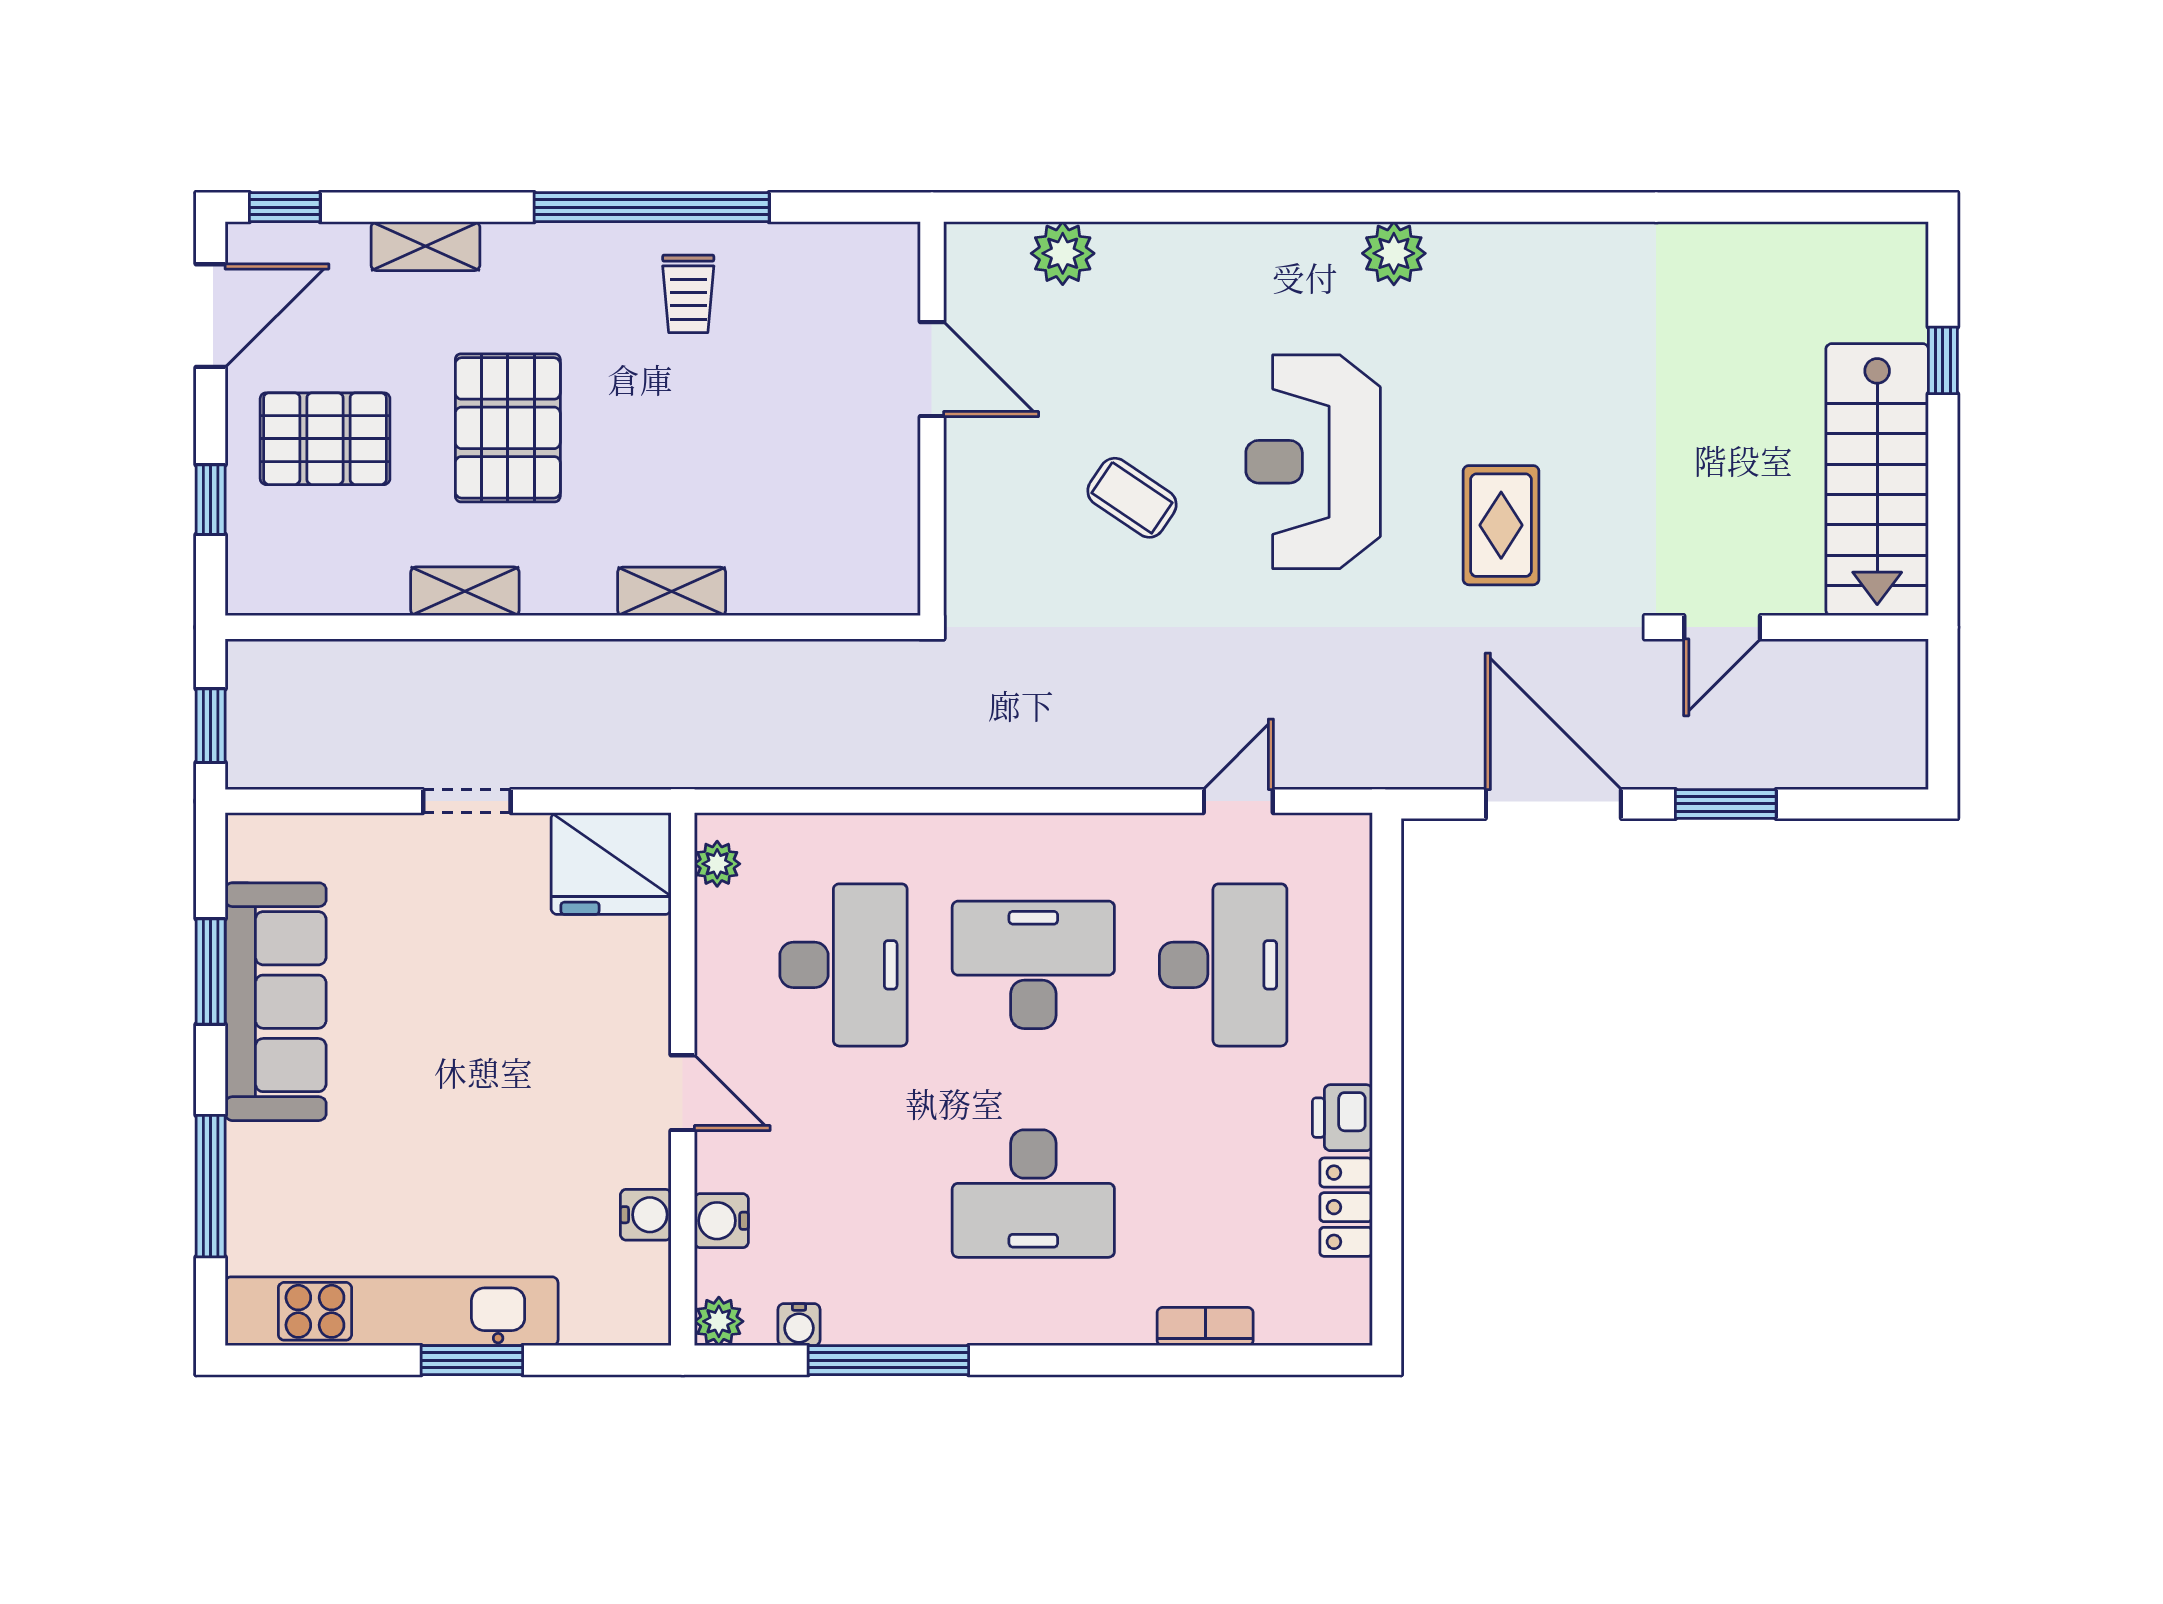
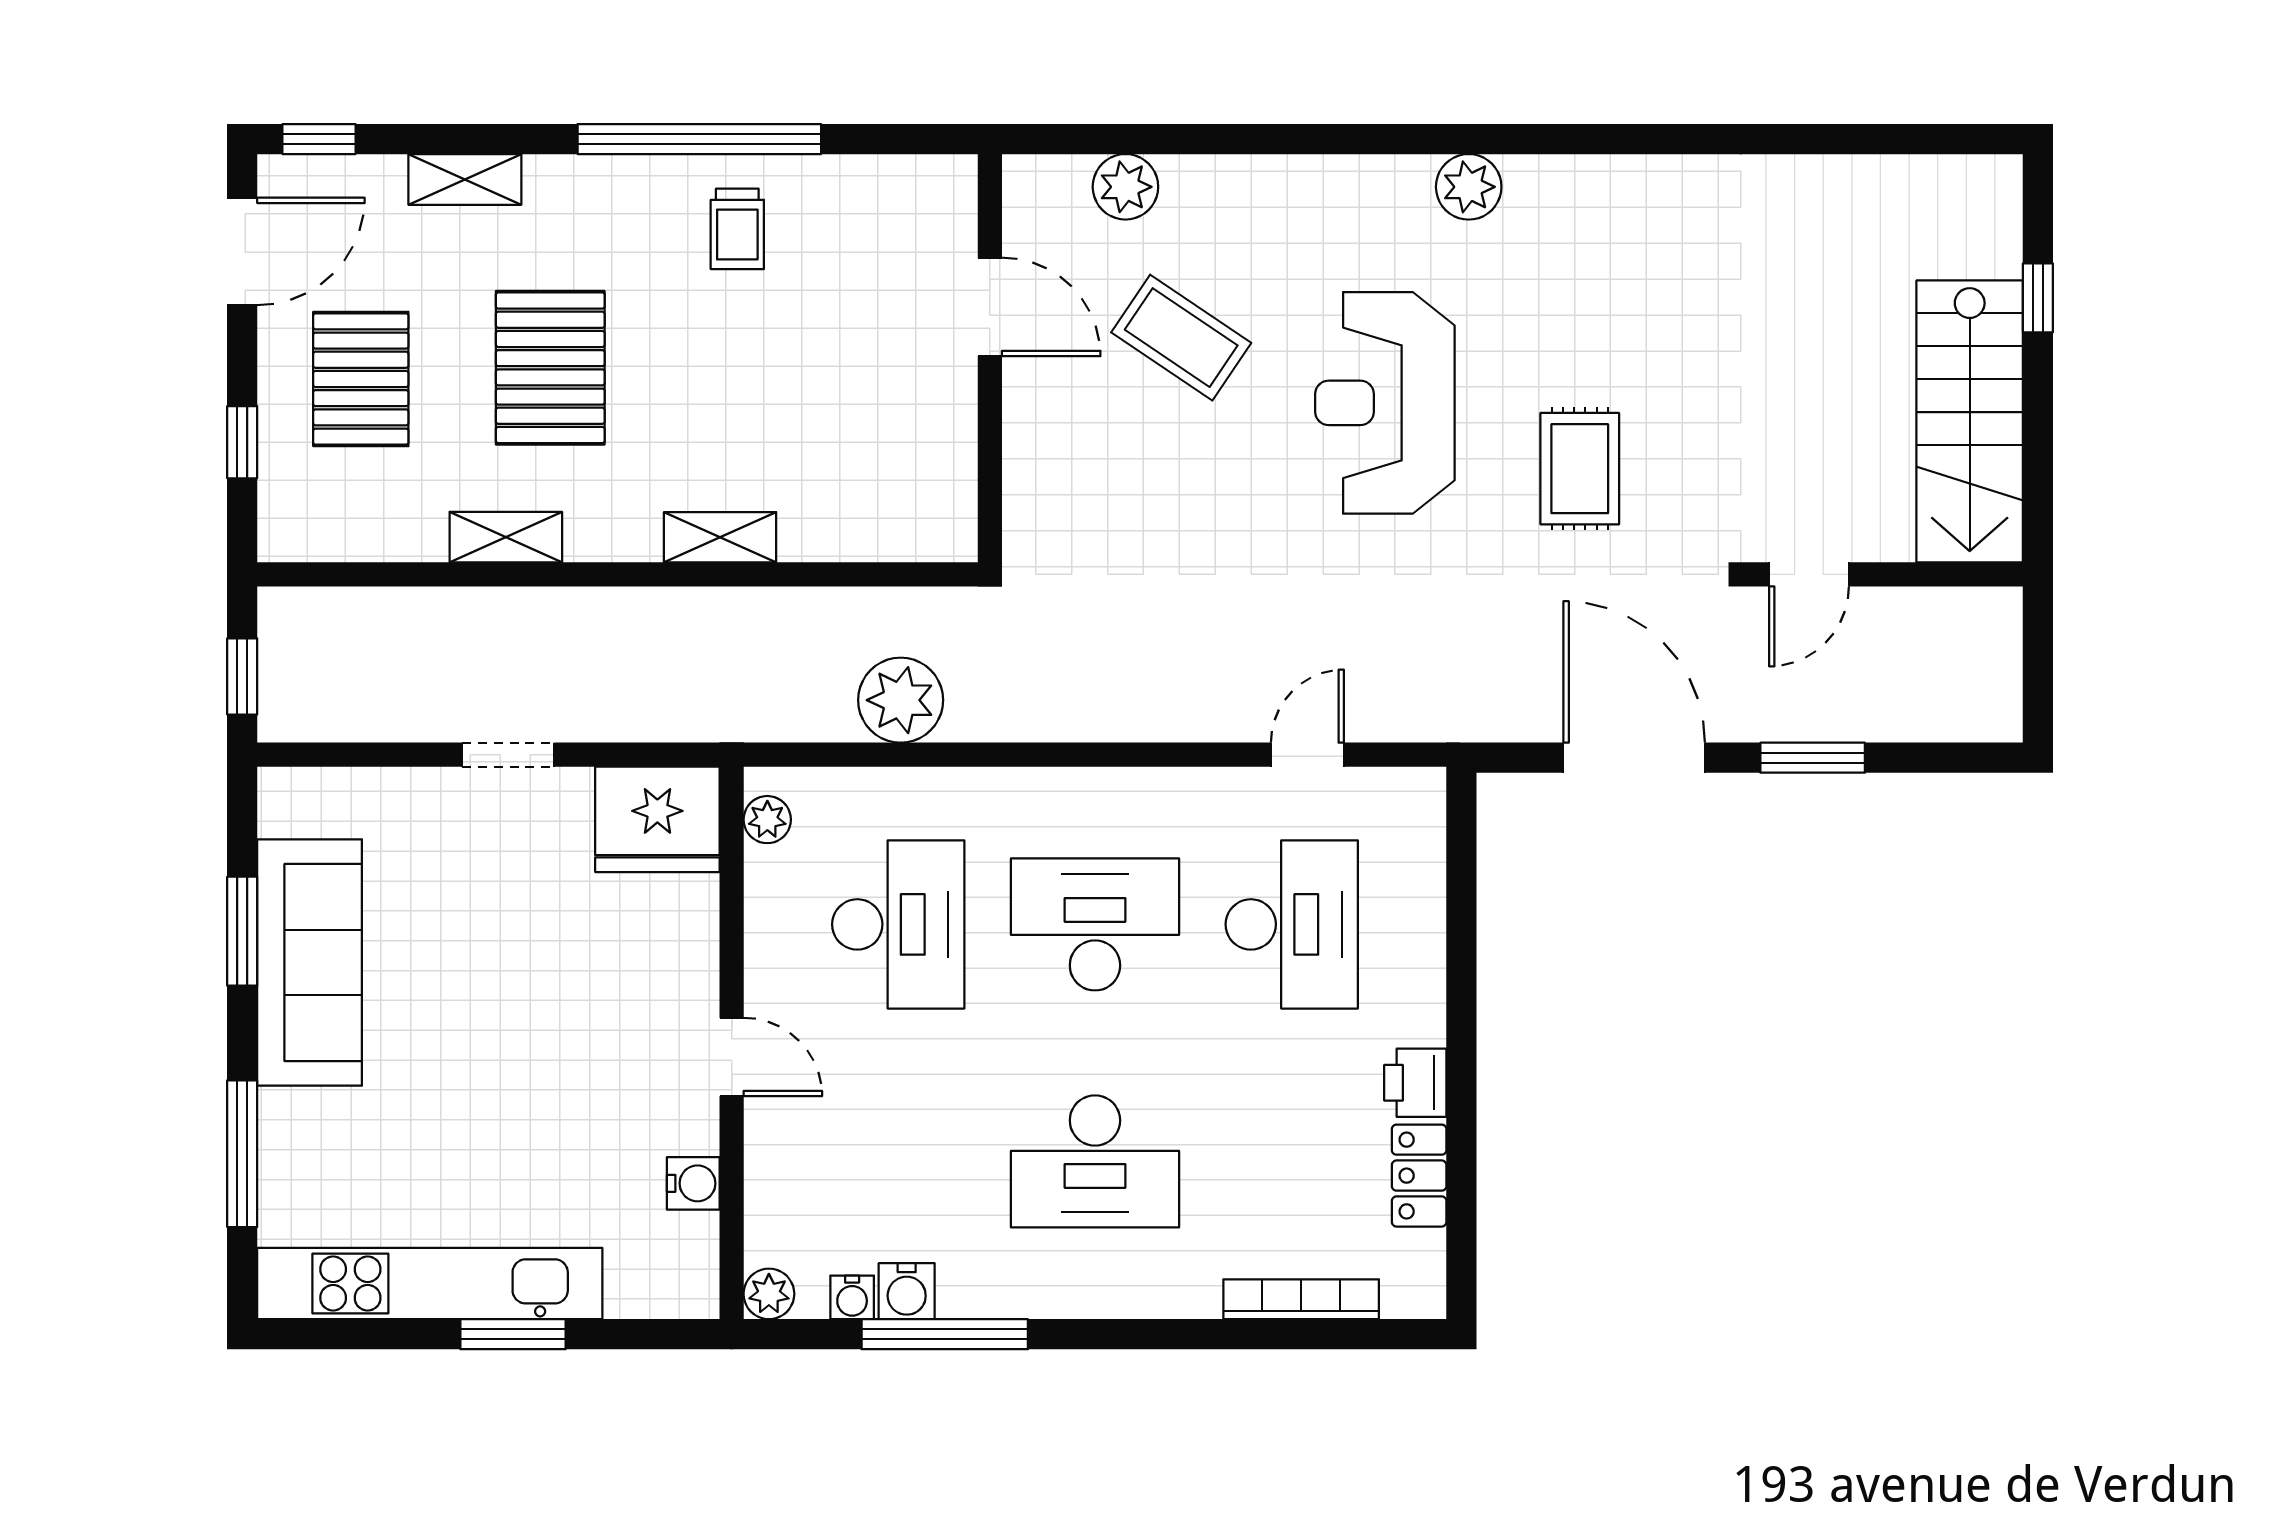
pallet: (325, 439) -> (361, 379), turned 90
coffee table: (1132, 498) -> (1181, 338), moved, width x1.36, depth x1.30
plant: (846, 749) -> (901, 700), added
water cooler: (721, 1221) -> (907, 1291), moved, turned -90
bookcase: (1205, 1327) -> (1301, 1299), width x1.56

